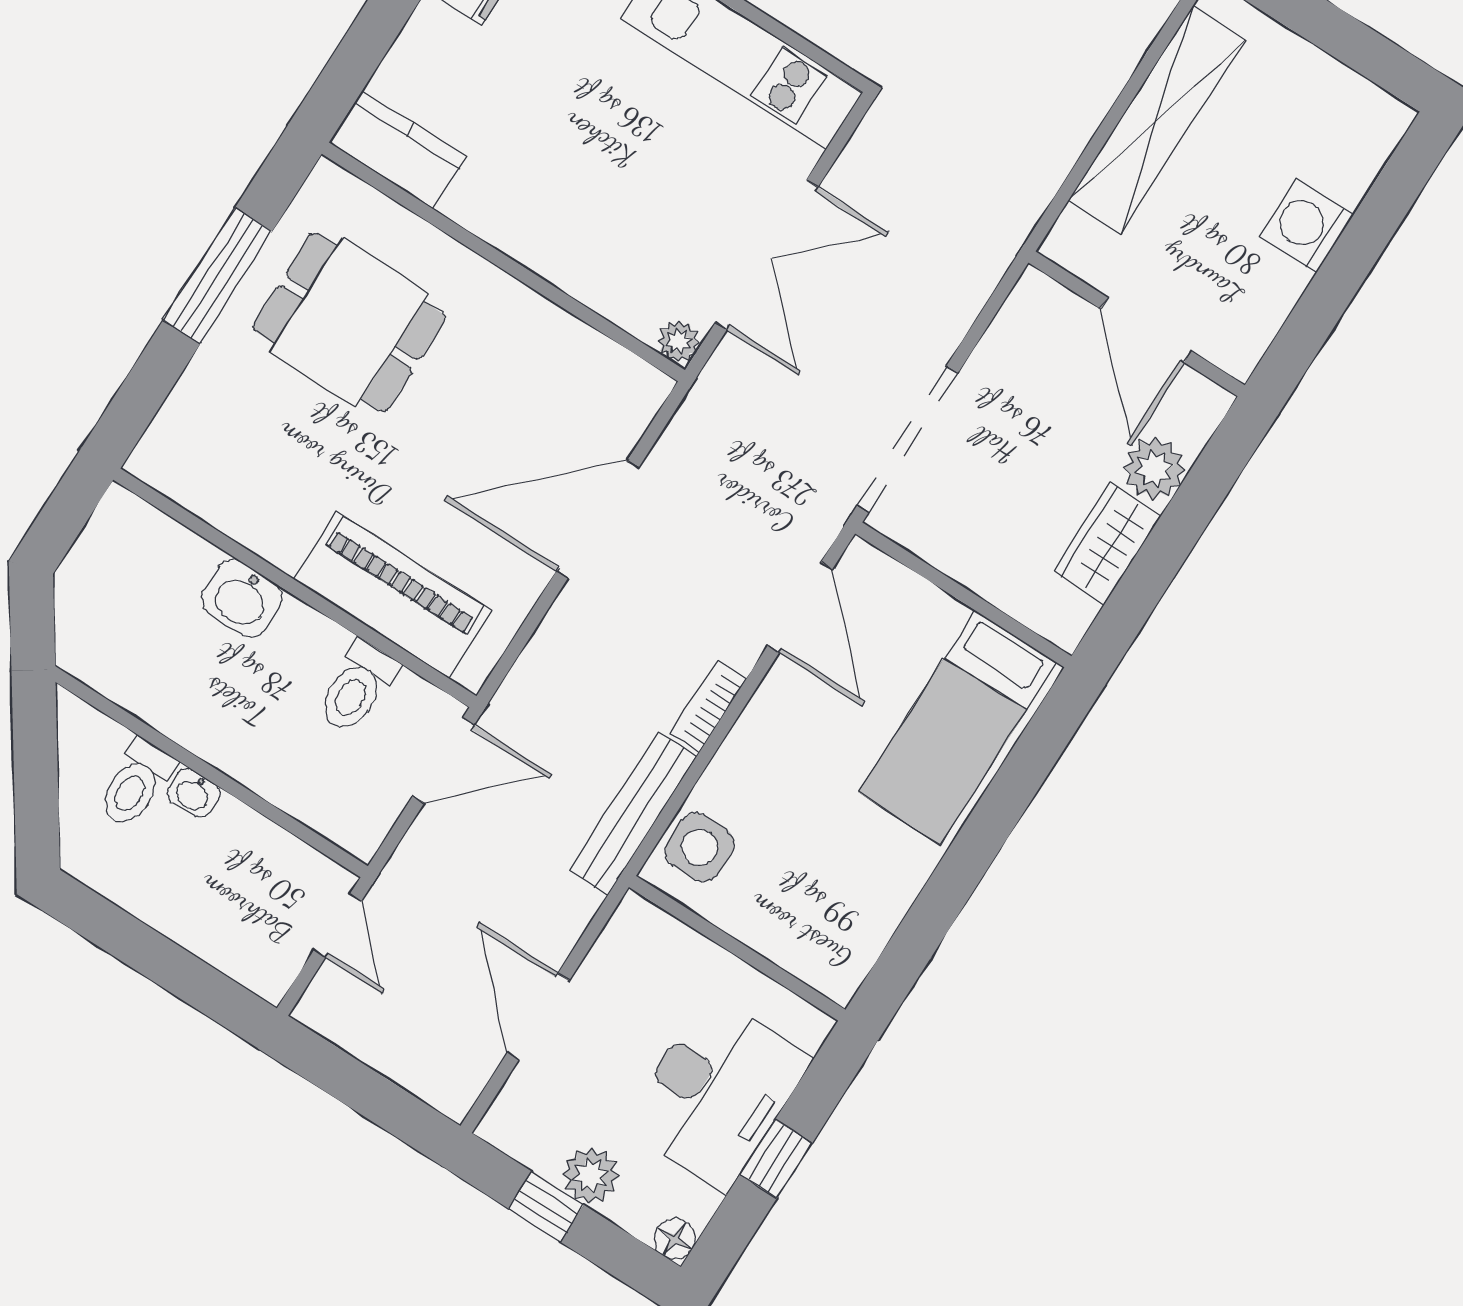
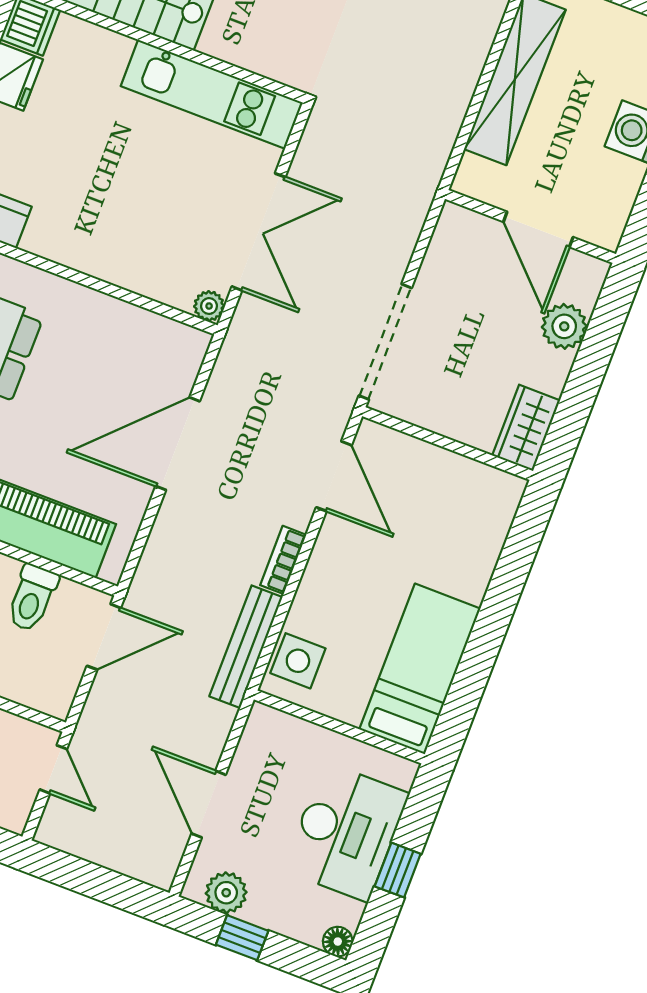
wardrobe: (1107, 543) -> (526, 428), moved
bed: (958, 727) -> (420, 669), moved, turned 180
plant: (591, 1175) -> (226, 893), moved

